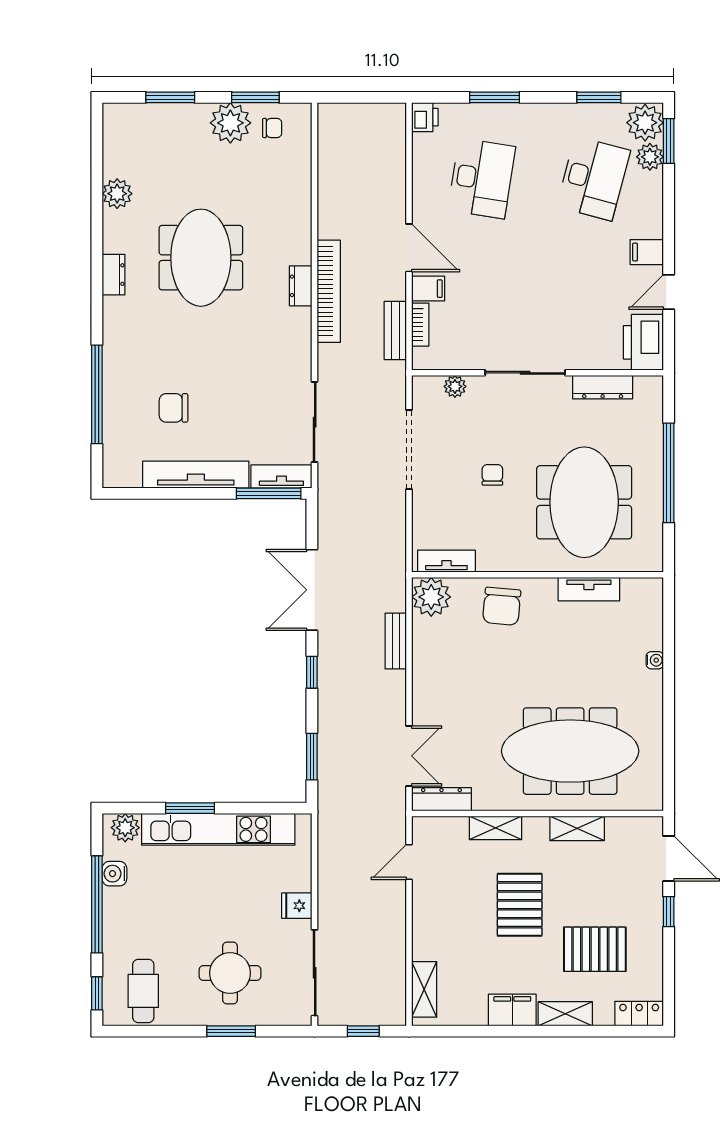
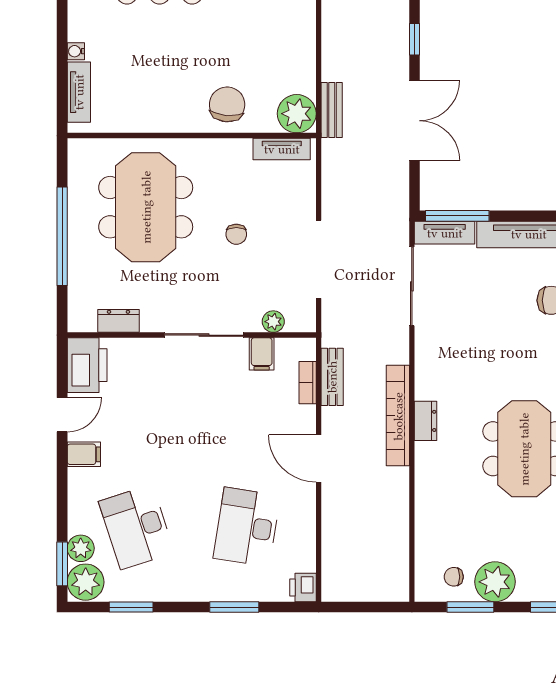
desk: (593, 178) -> (137, 527), turned -33
filing cabinet: (428, 289) -> (262, 354), moved, turned -90
dresser: (603, 387) -> (118, 321), width x0.70
tv unit: (589, 589) -> (79, 92), moved, turned 90
bench: (396, 641) -> (332, 110), moved

